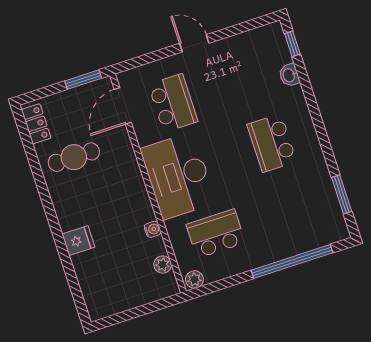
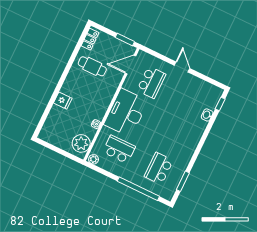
school desk: (272, 143) -> (159, 168), moved
plant: (163, 265) -> (81, 143), width x1.88, depth x1.88

